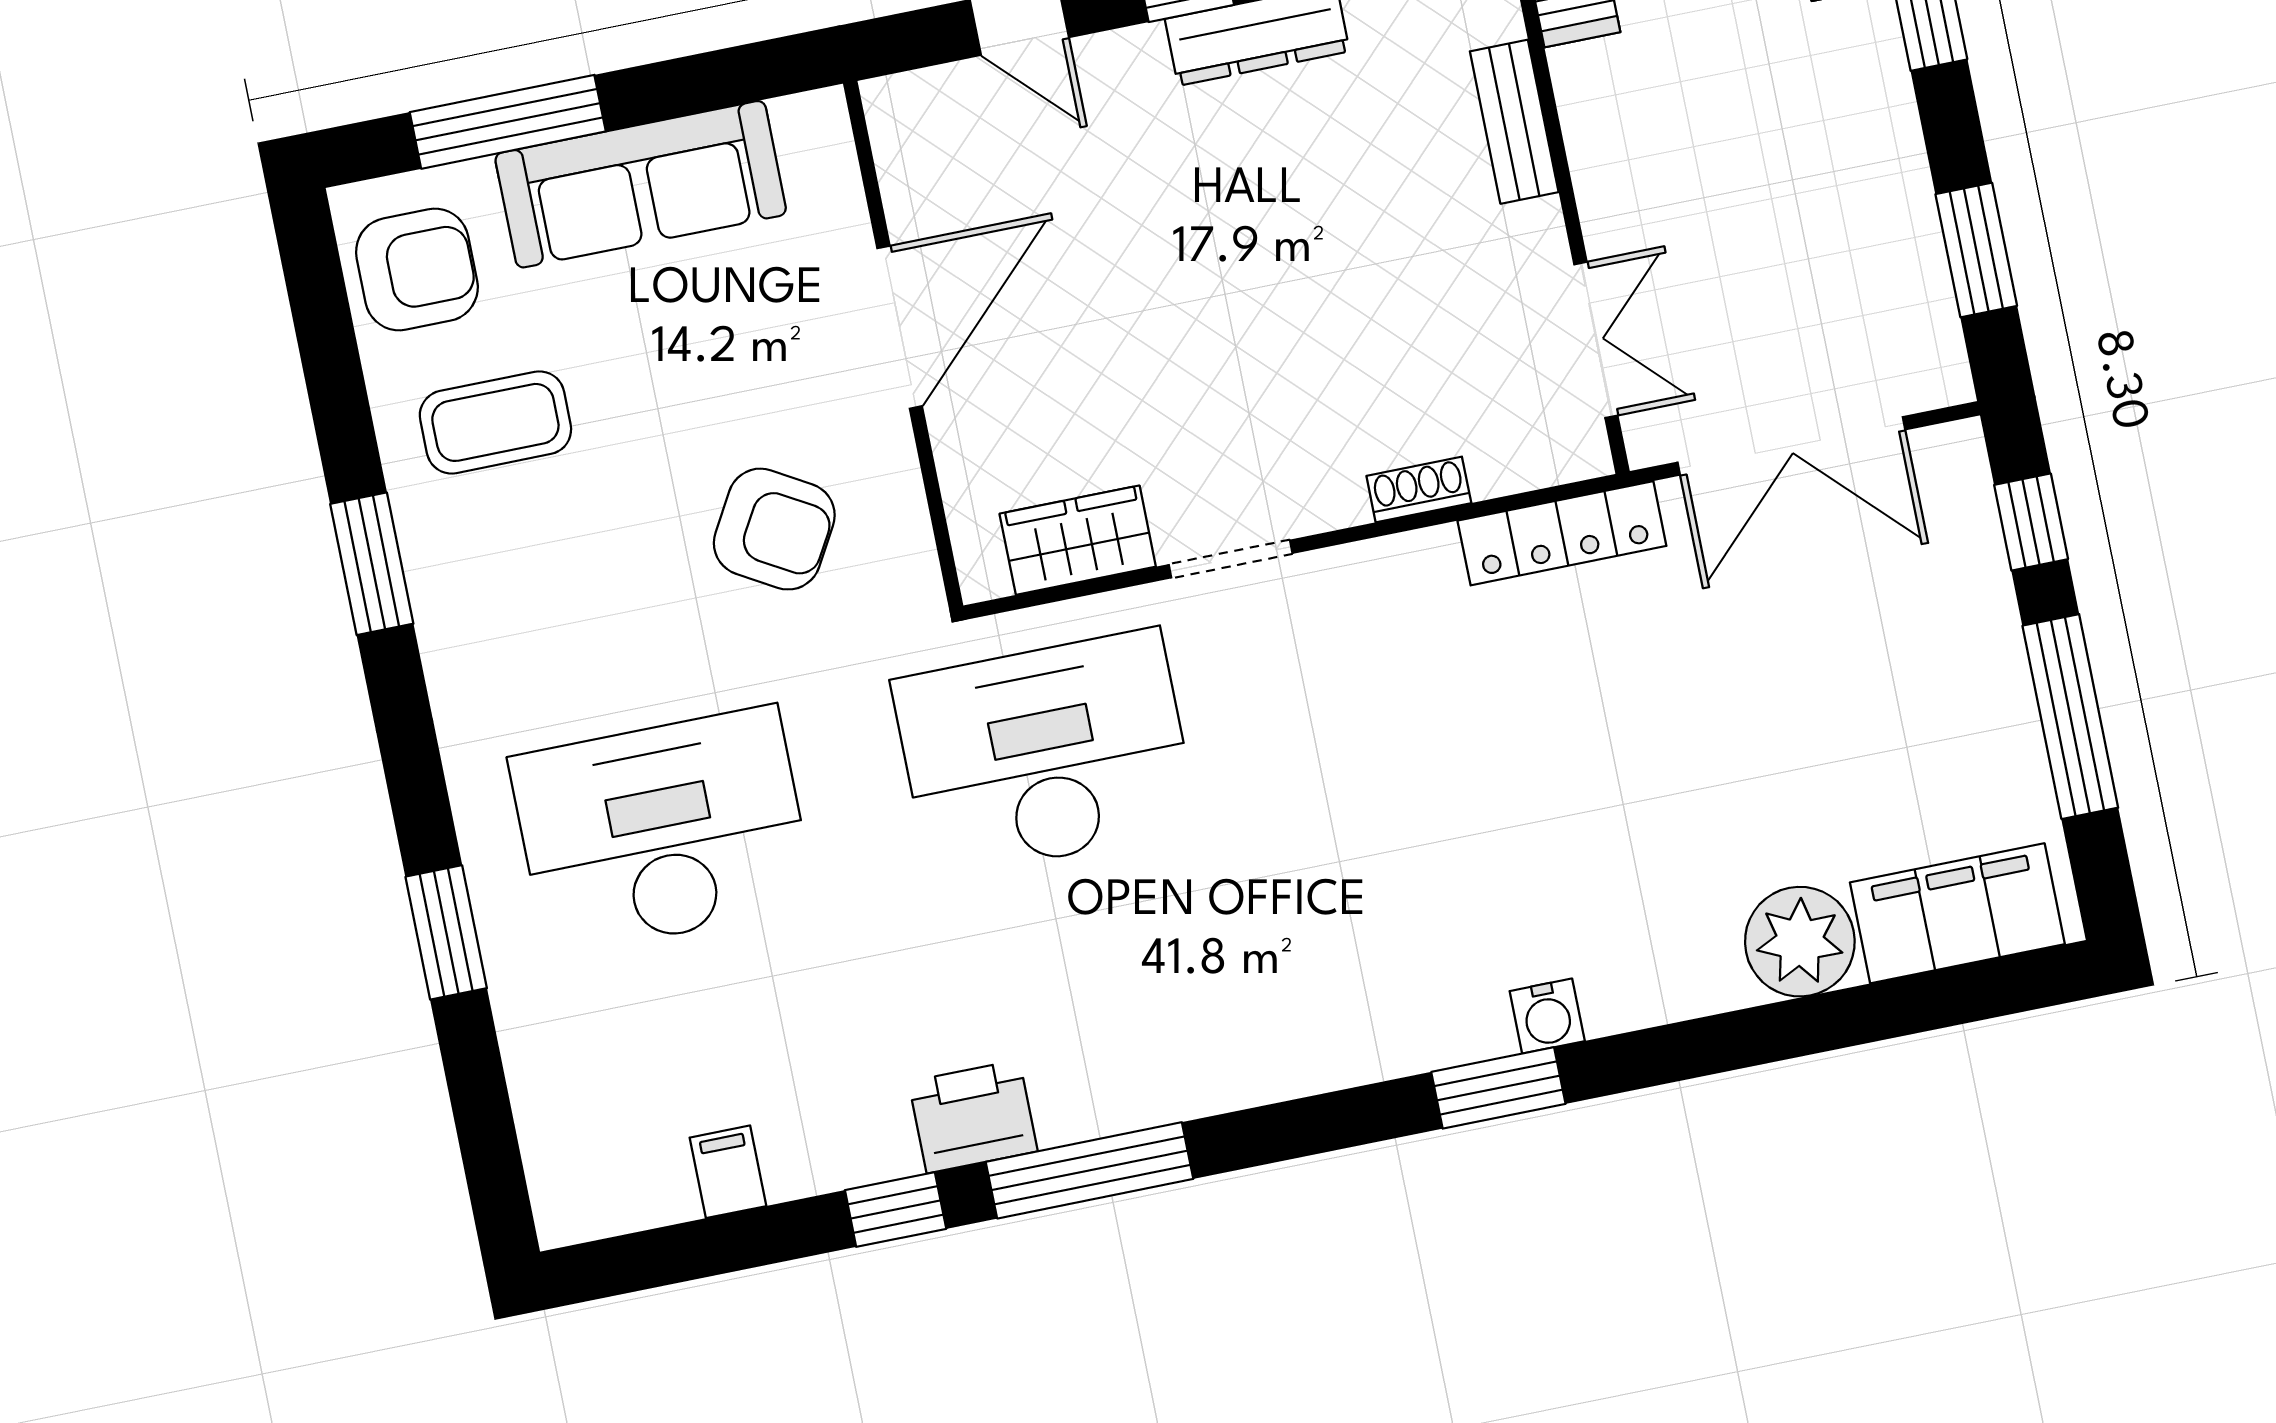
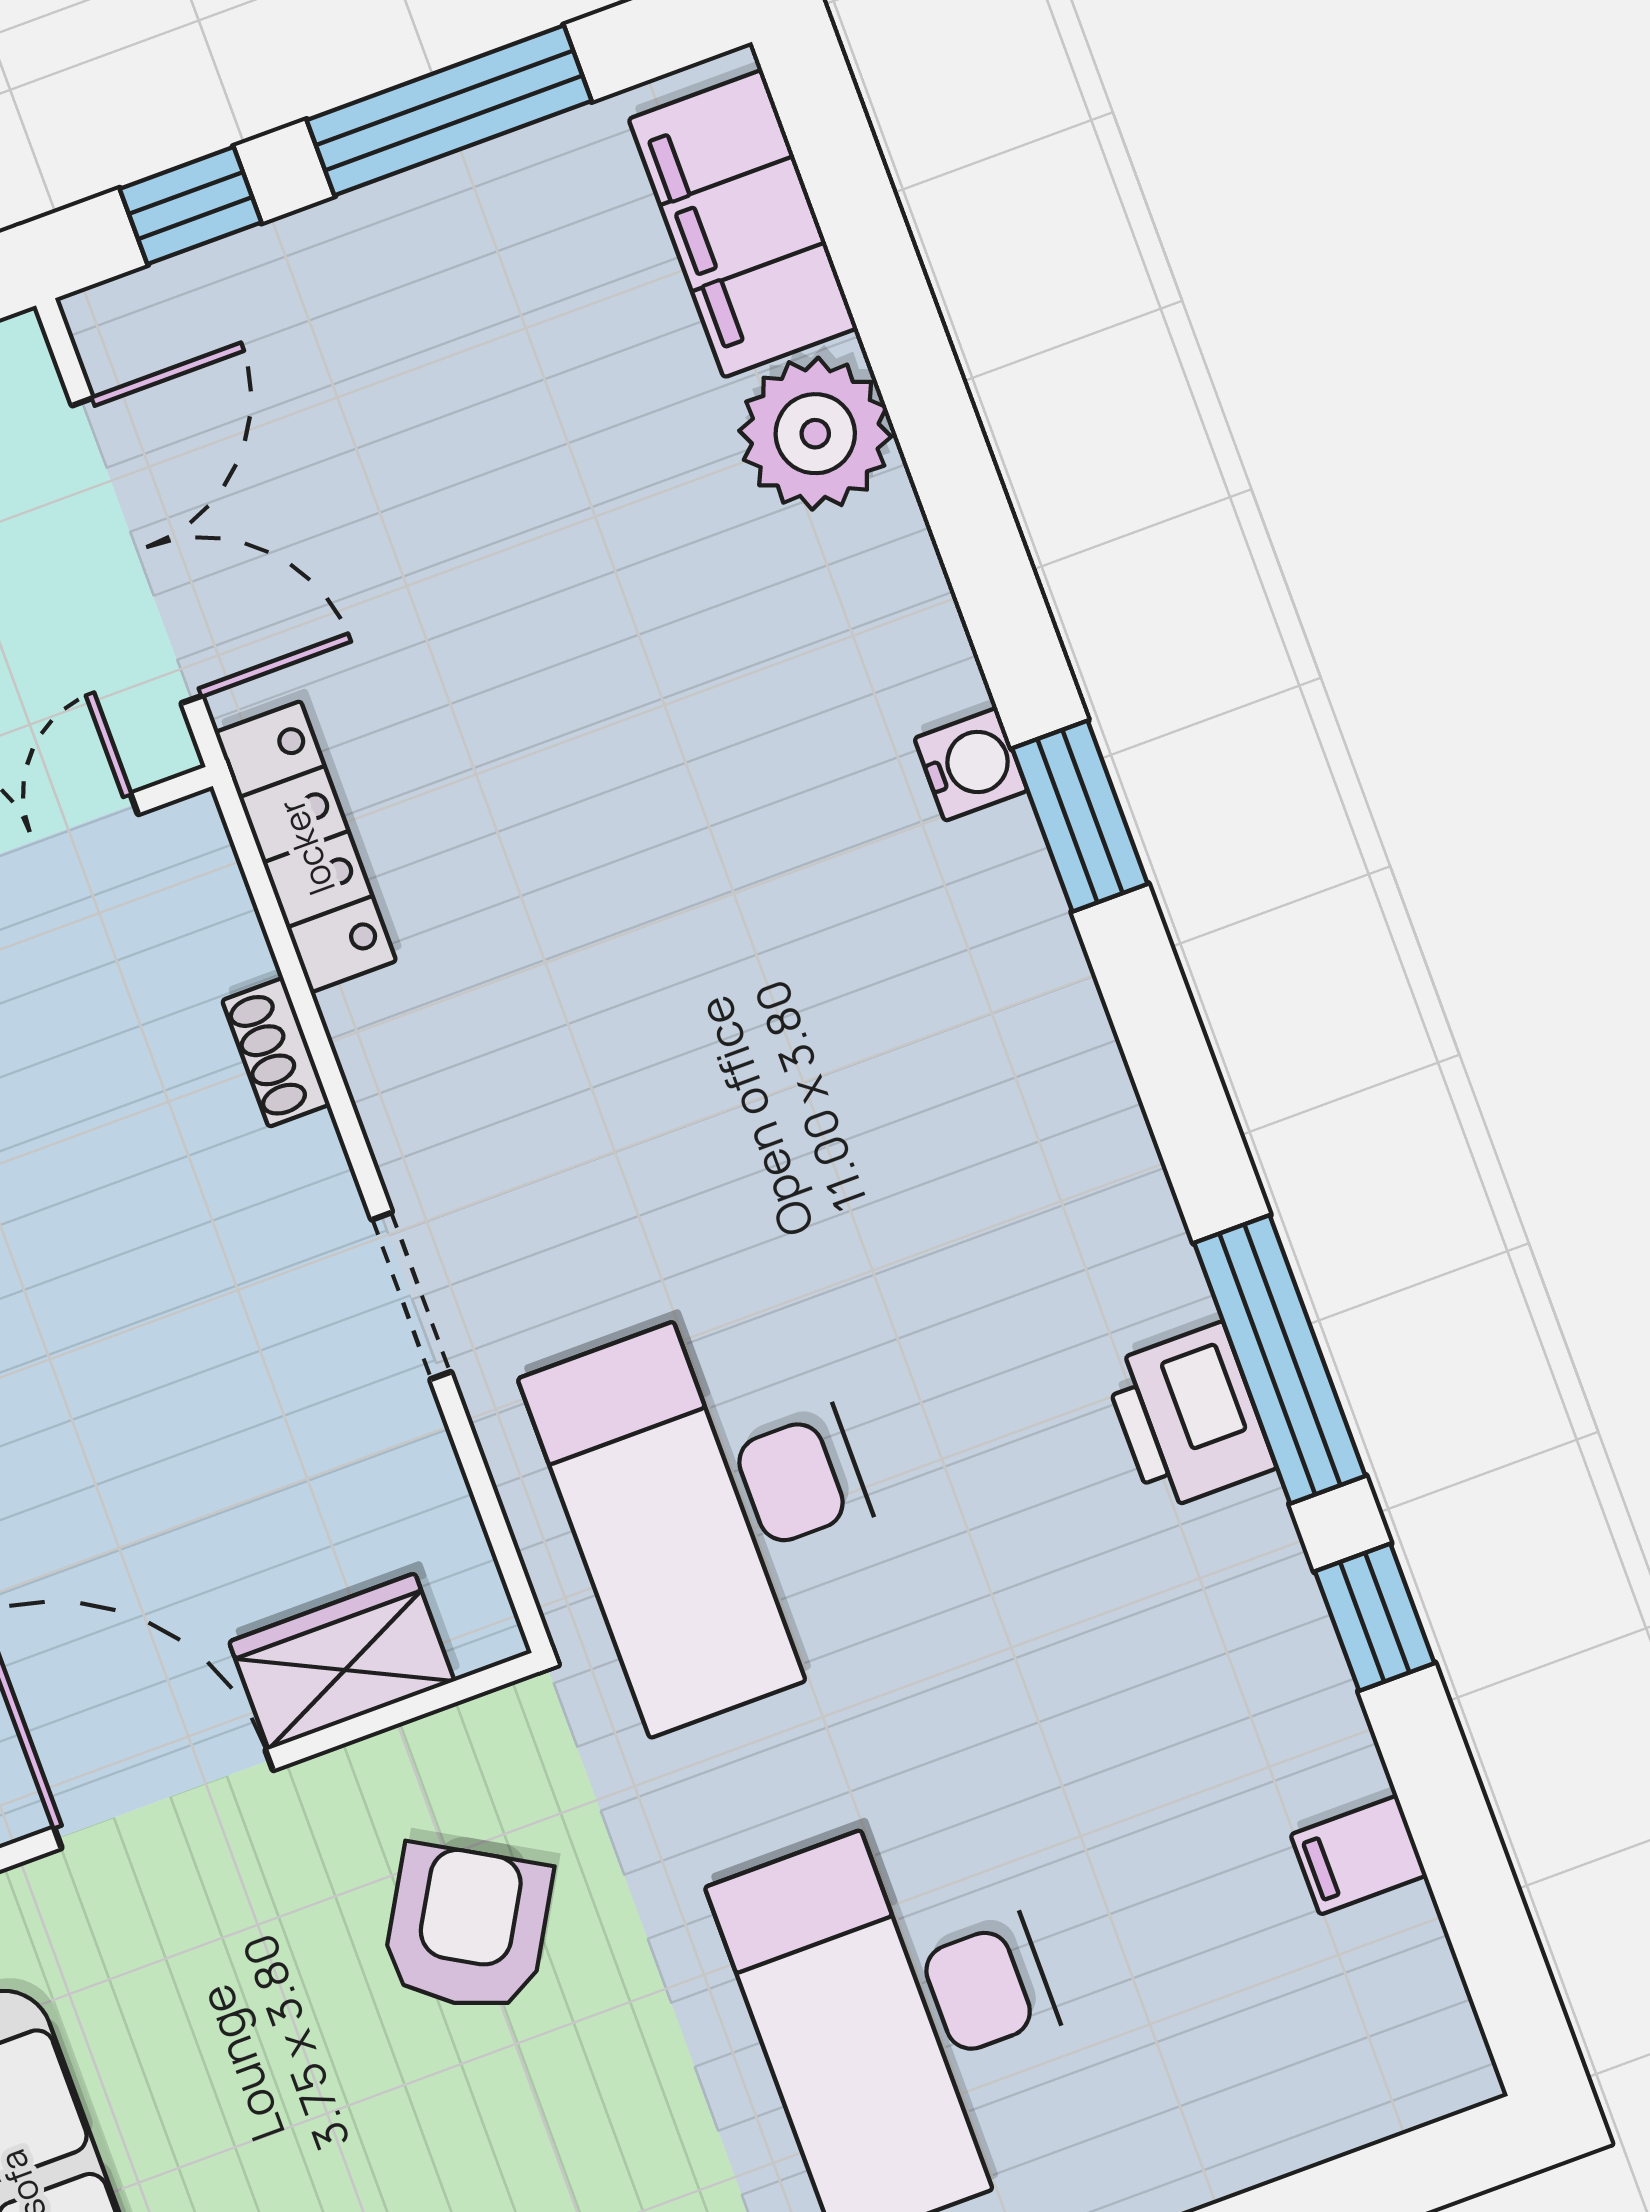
wardrobe: (1078, 540) -> (342, 1661), moved, turned 90
printer: (973, 1117) -> (1189, 1417), moved

